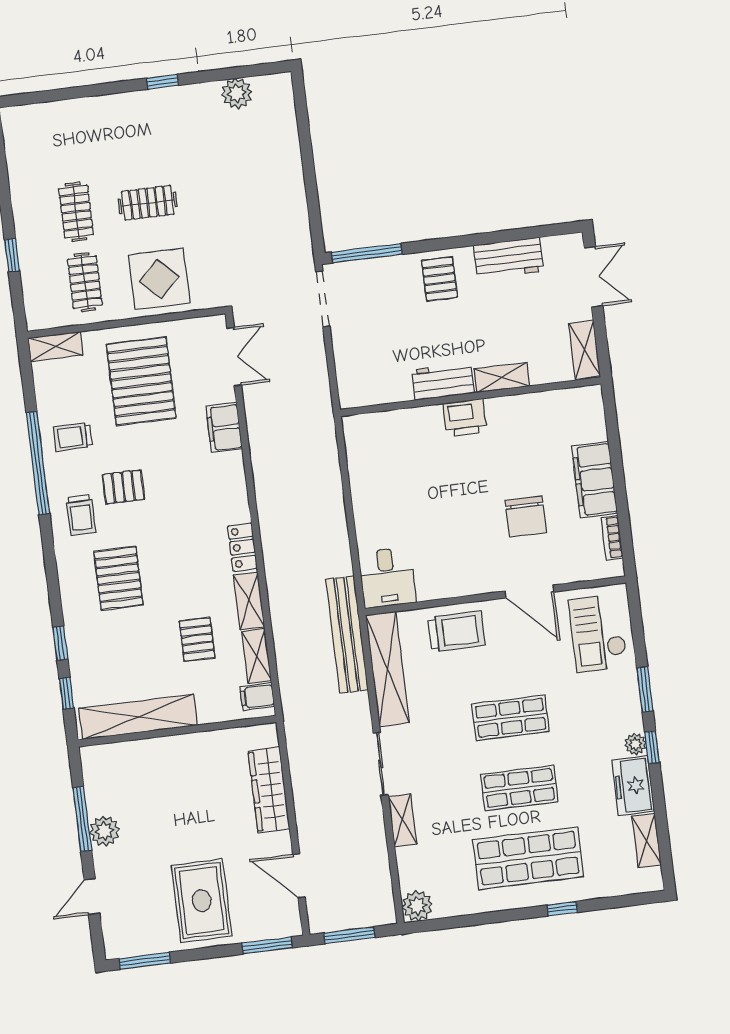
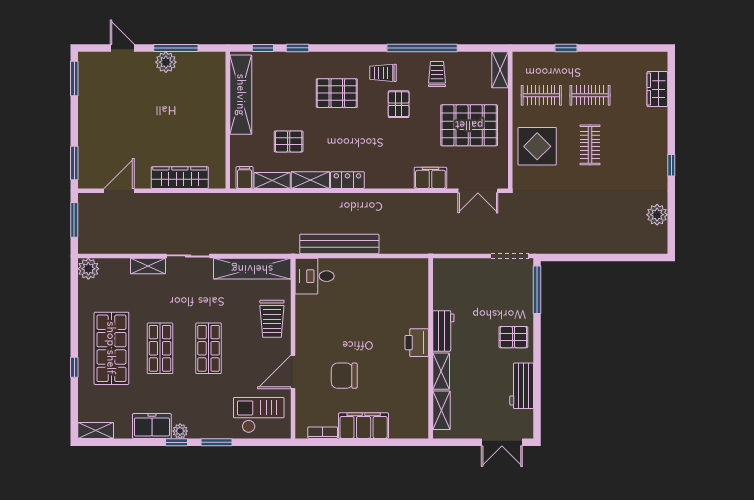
wardrobe: (55, 116) -> (657, 89), added
shelving: (584, 350) -> (441, 410), moved, turned 90
bench: (347, 634) -> (339, 244), moved
shelving: (647, 841) -> (96, 430), moved
rug: (202, 901) -> (110, 122), removed

